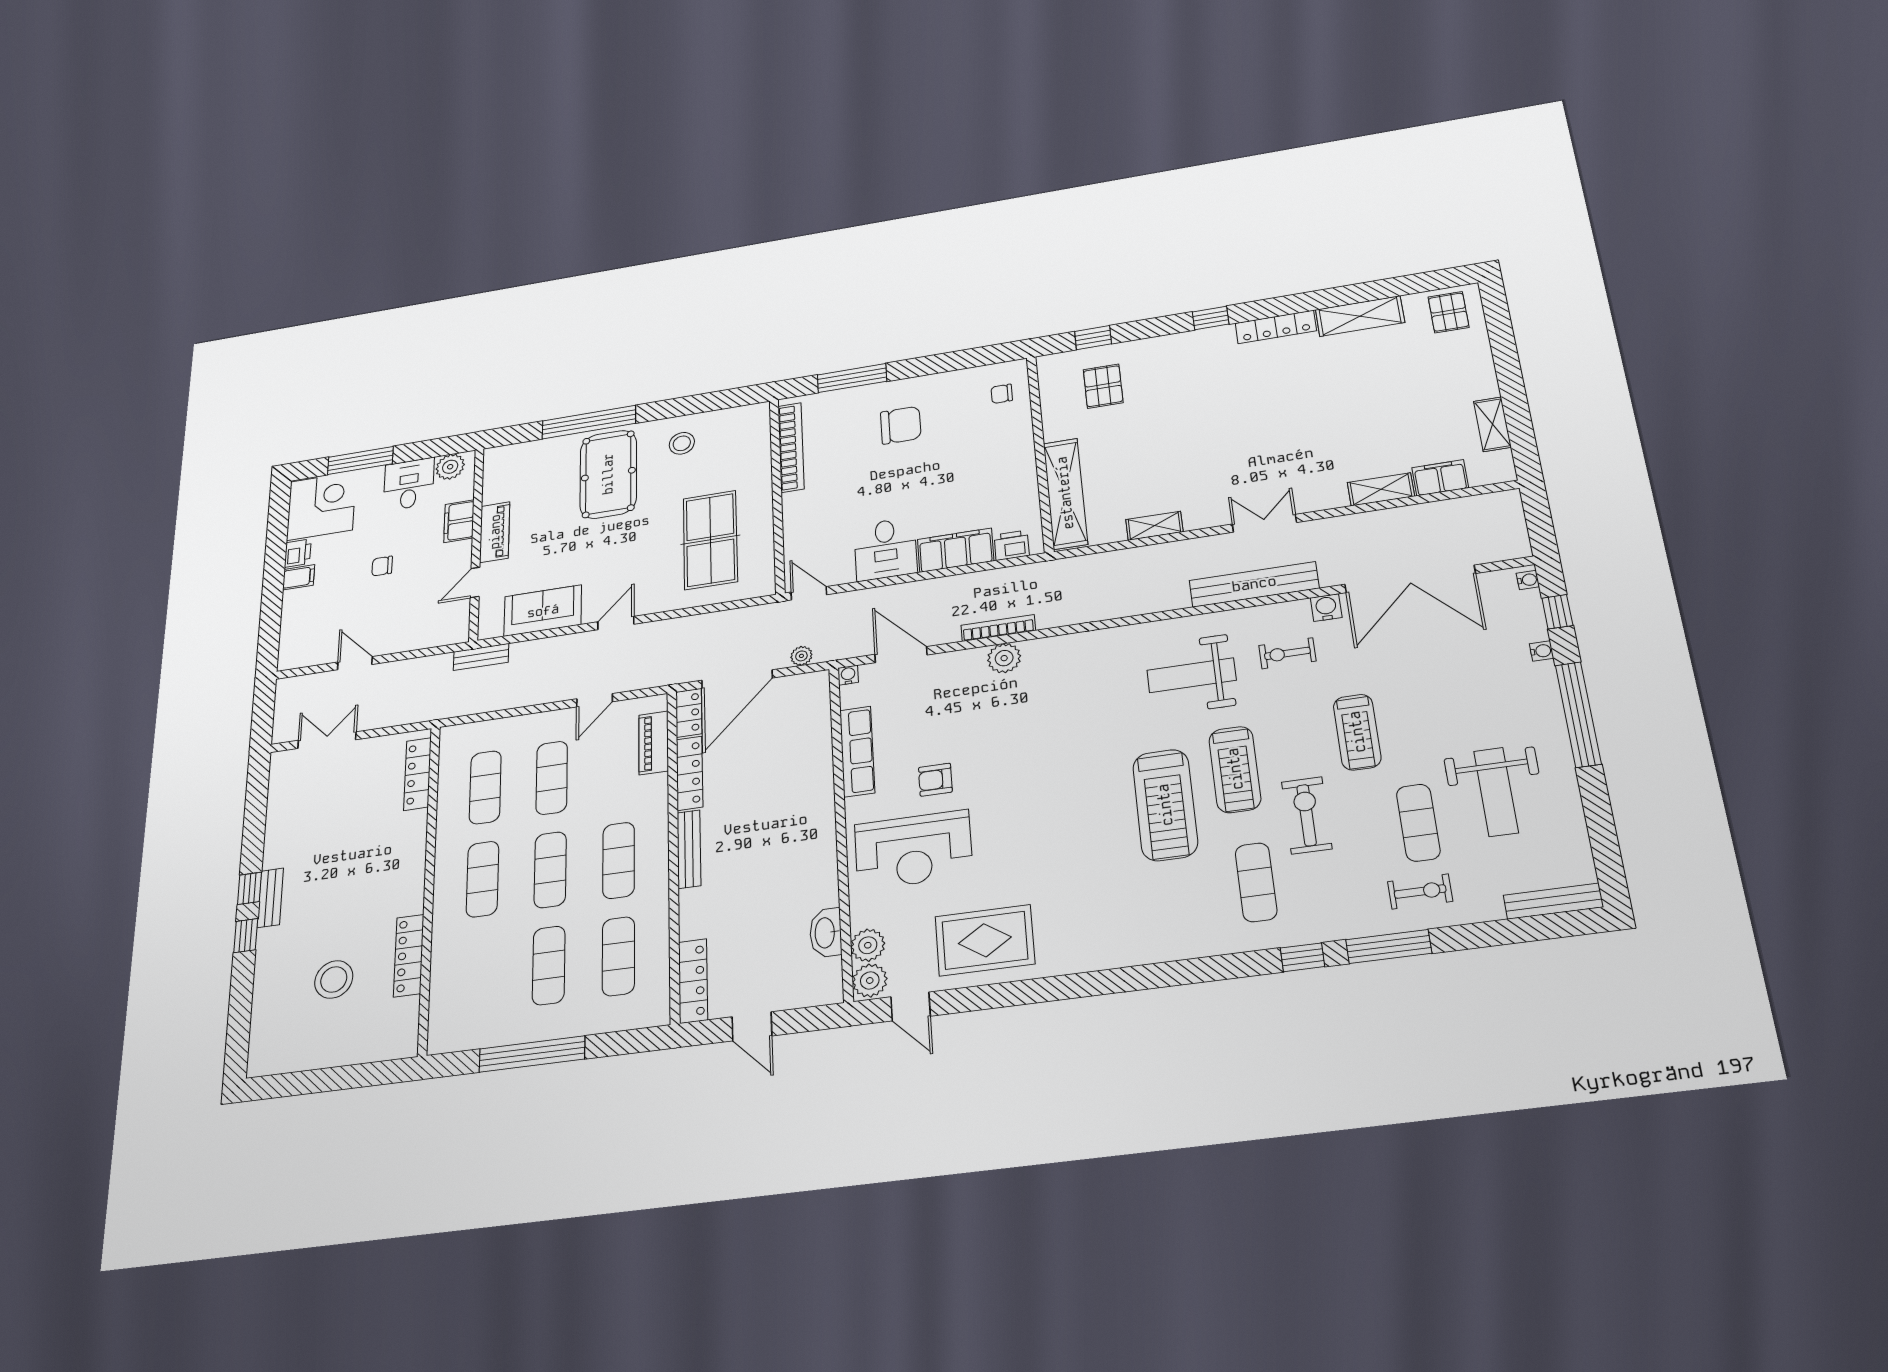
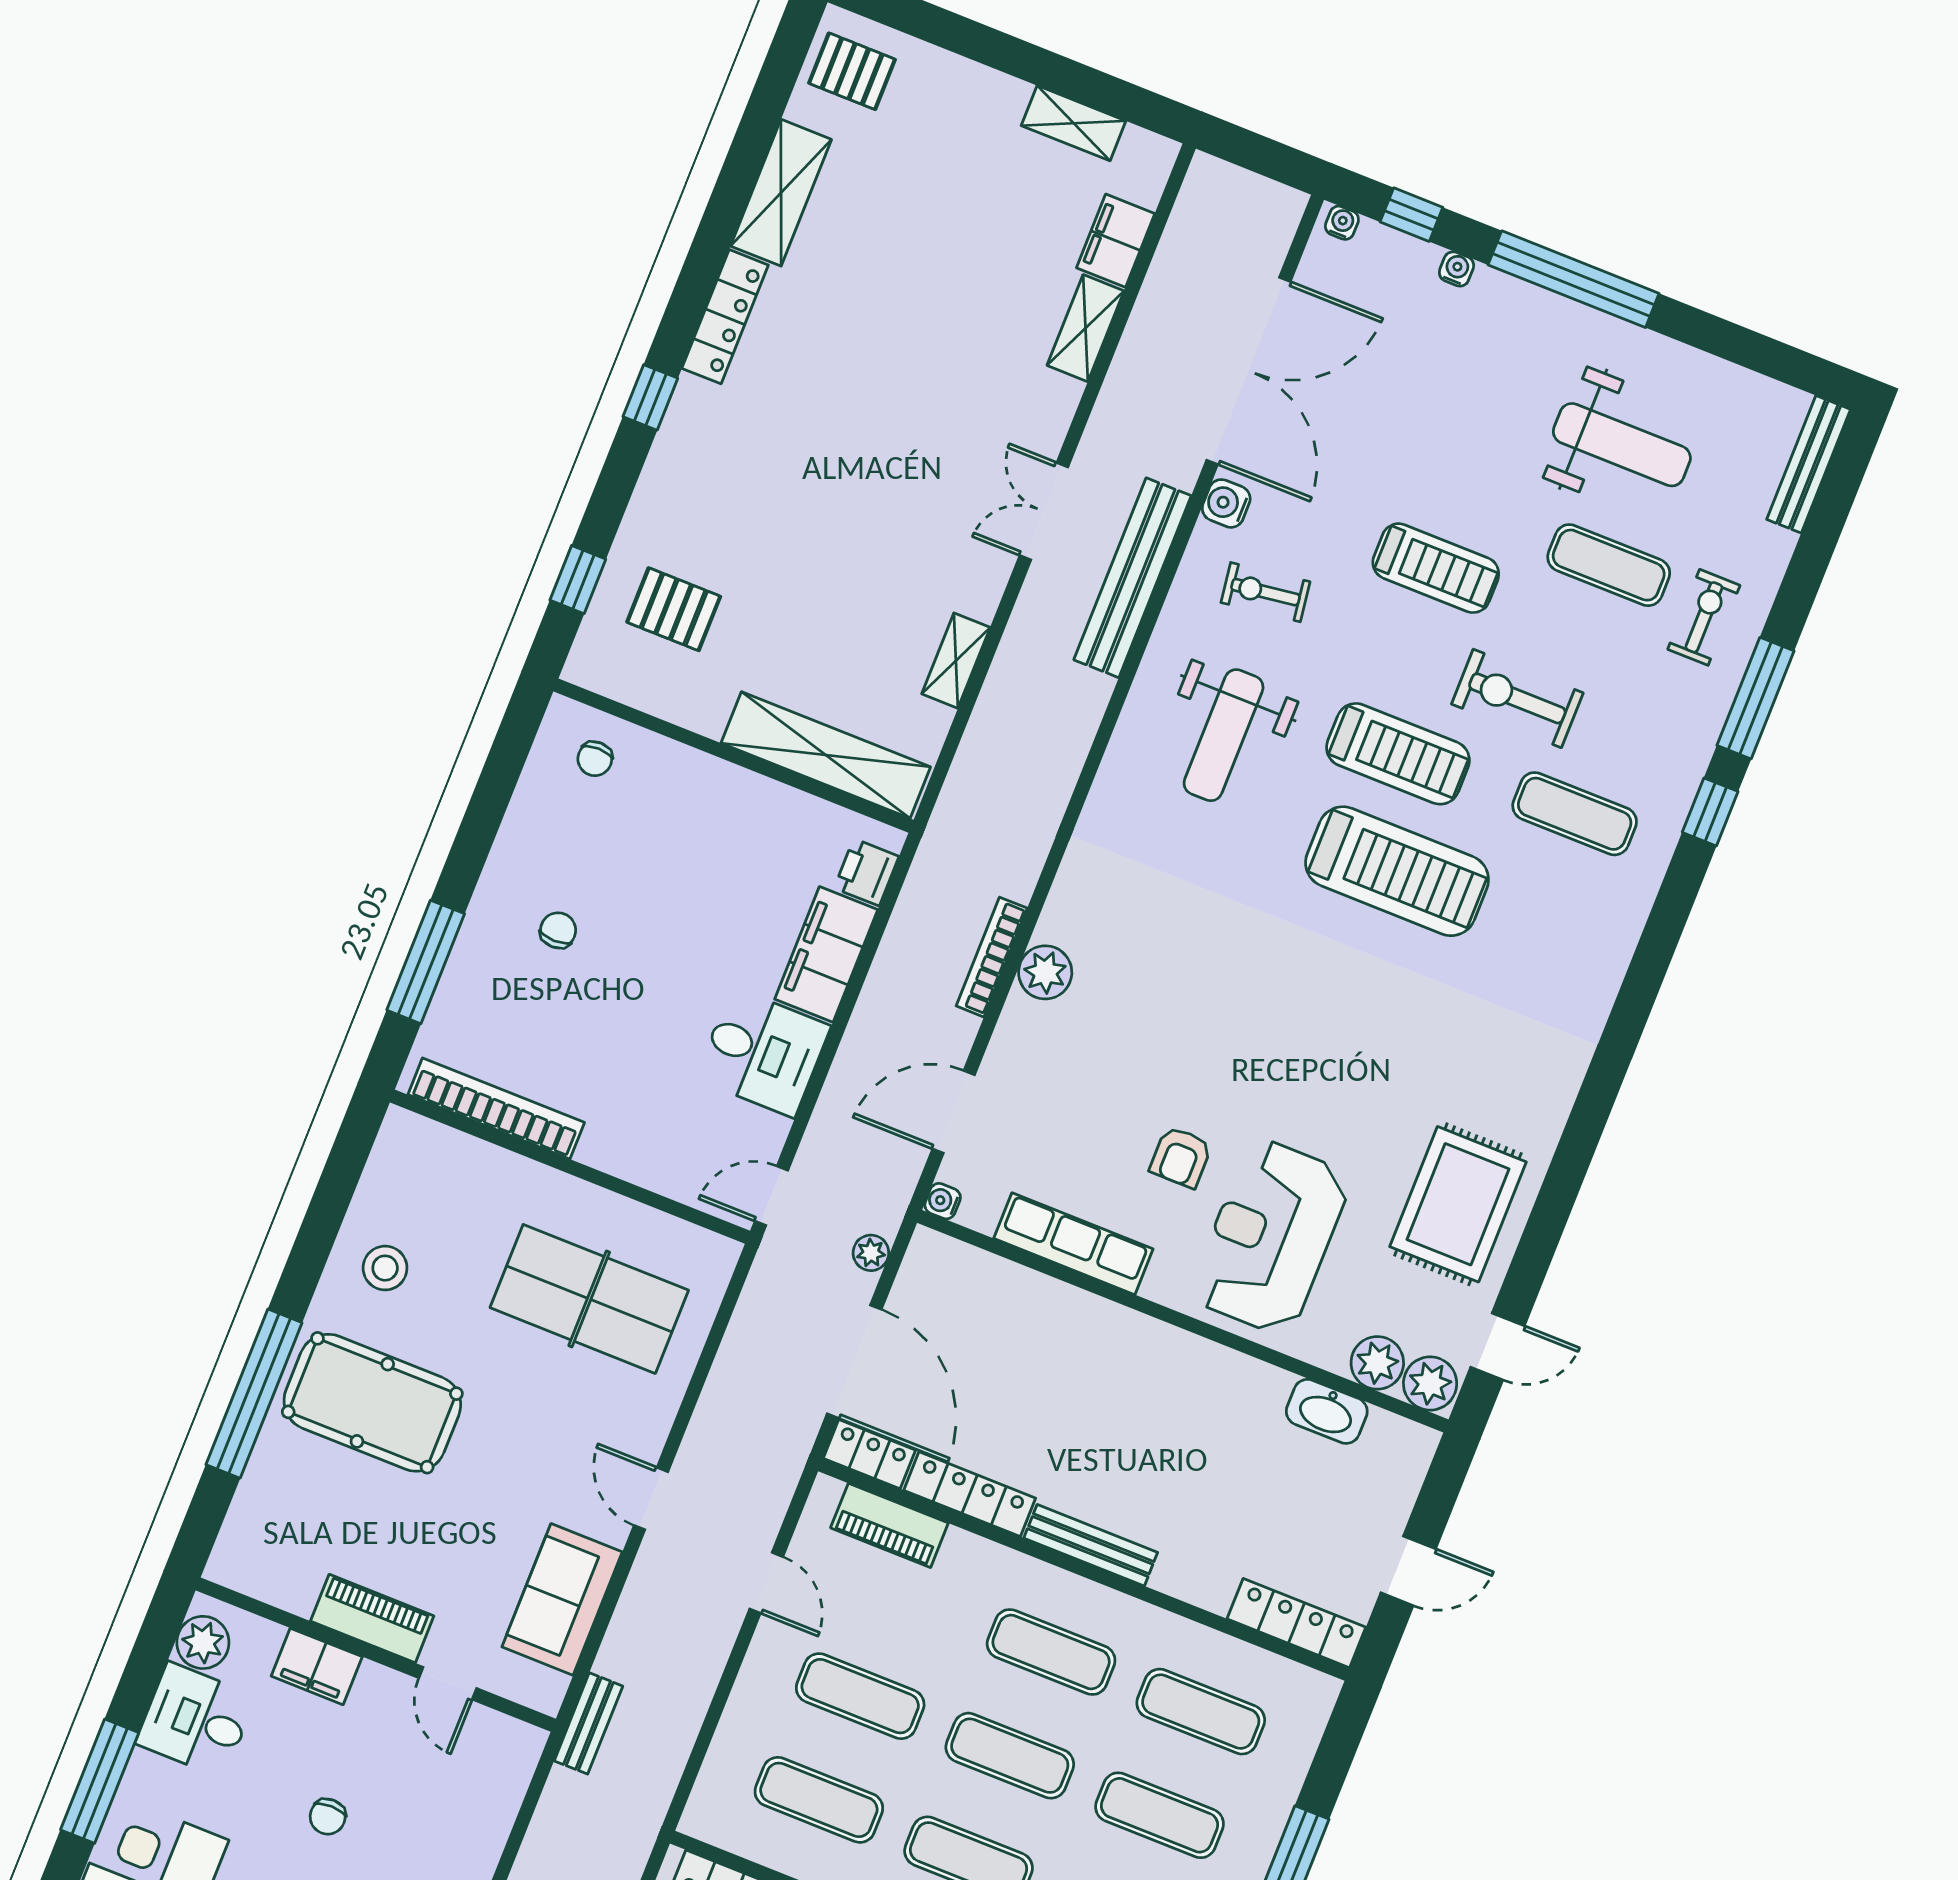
chair: (901, 425) -> (558, 930), width x0.54, depth x0.54
exercise bike: (1287, 653) -> (1265, 592), turned 82
reception desk: (913, 850) -> (1271, 1237), turned 180

